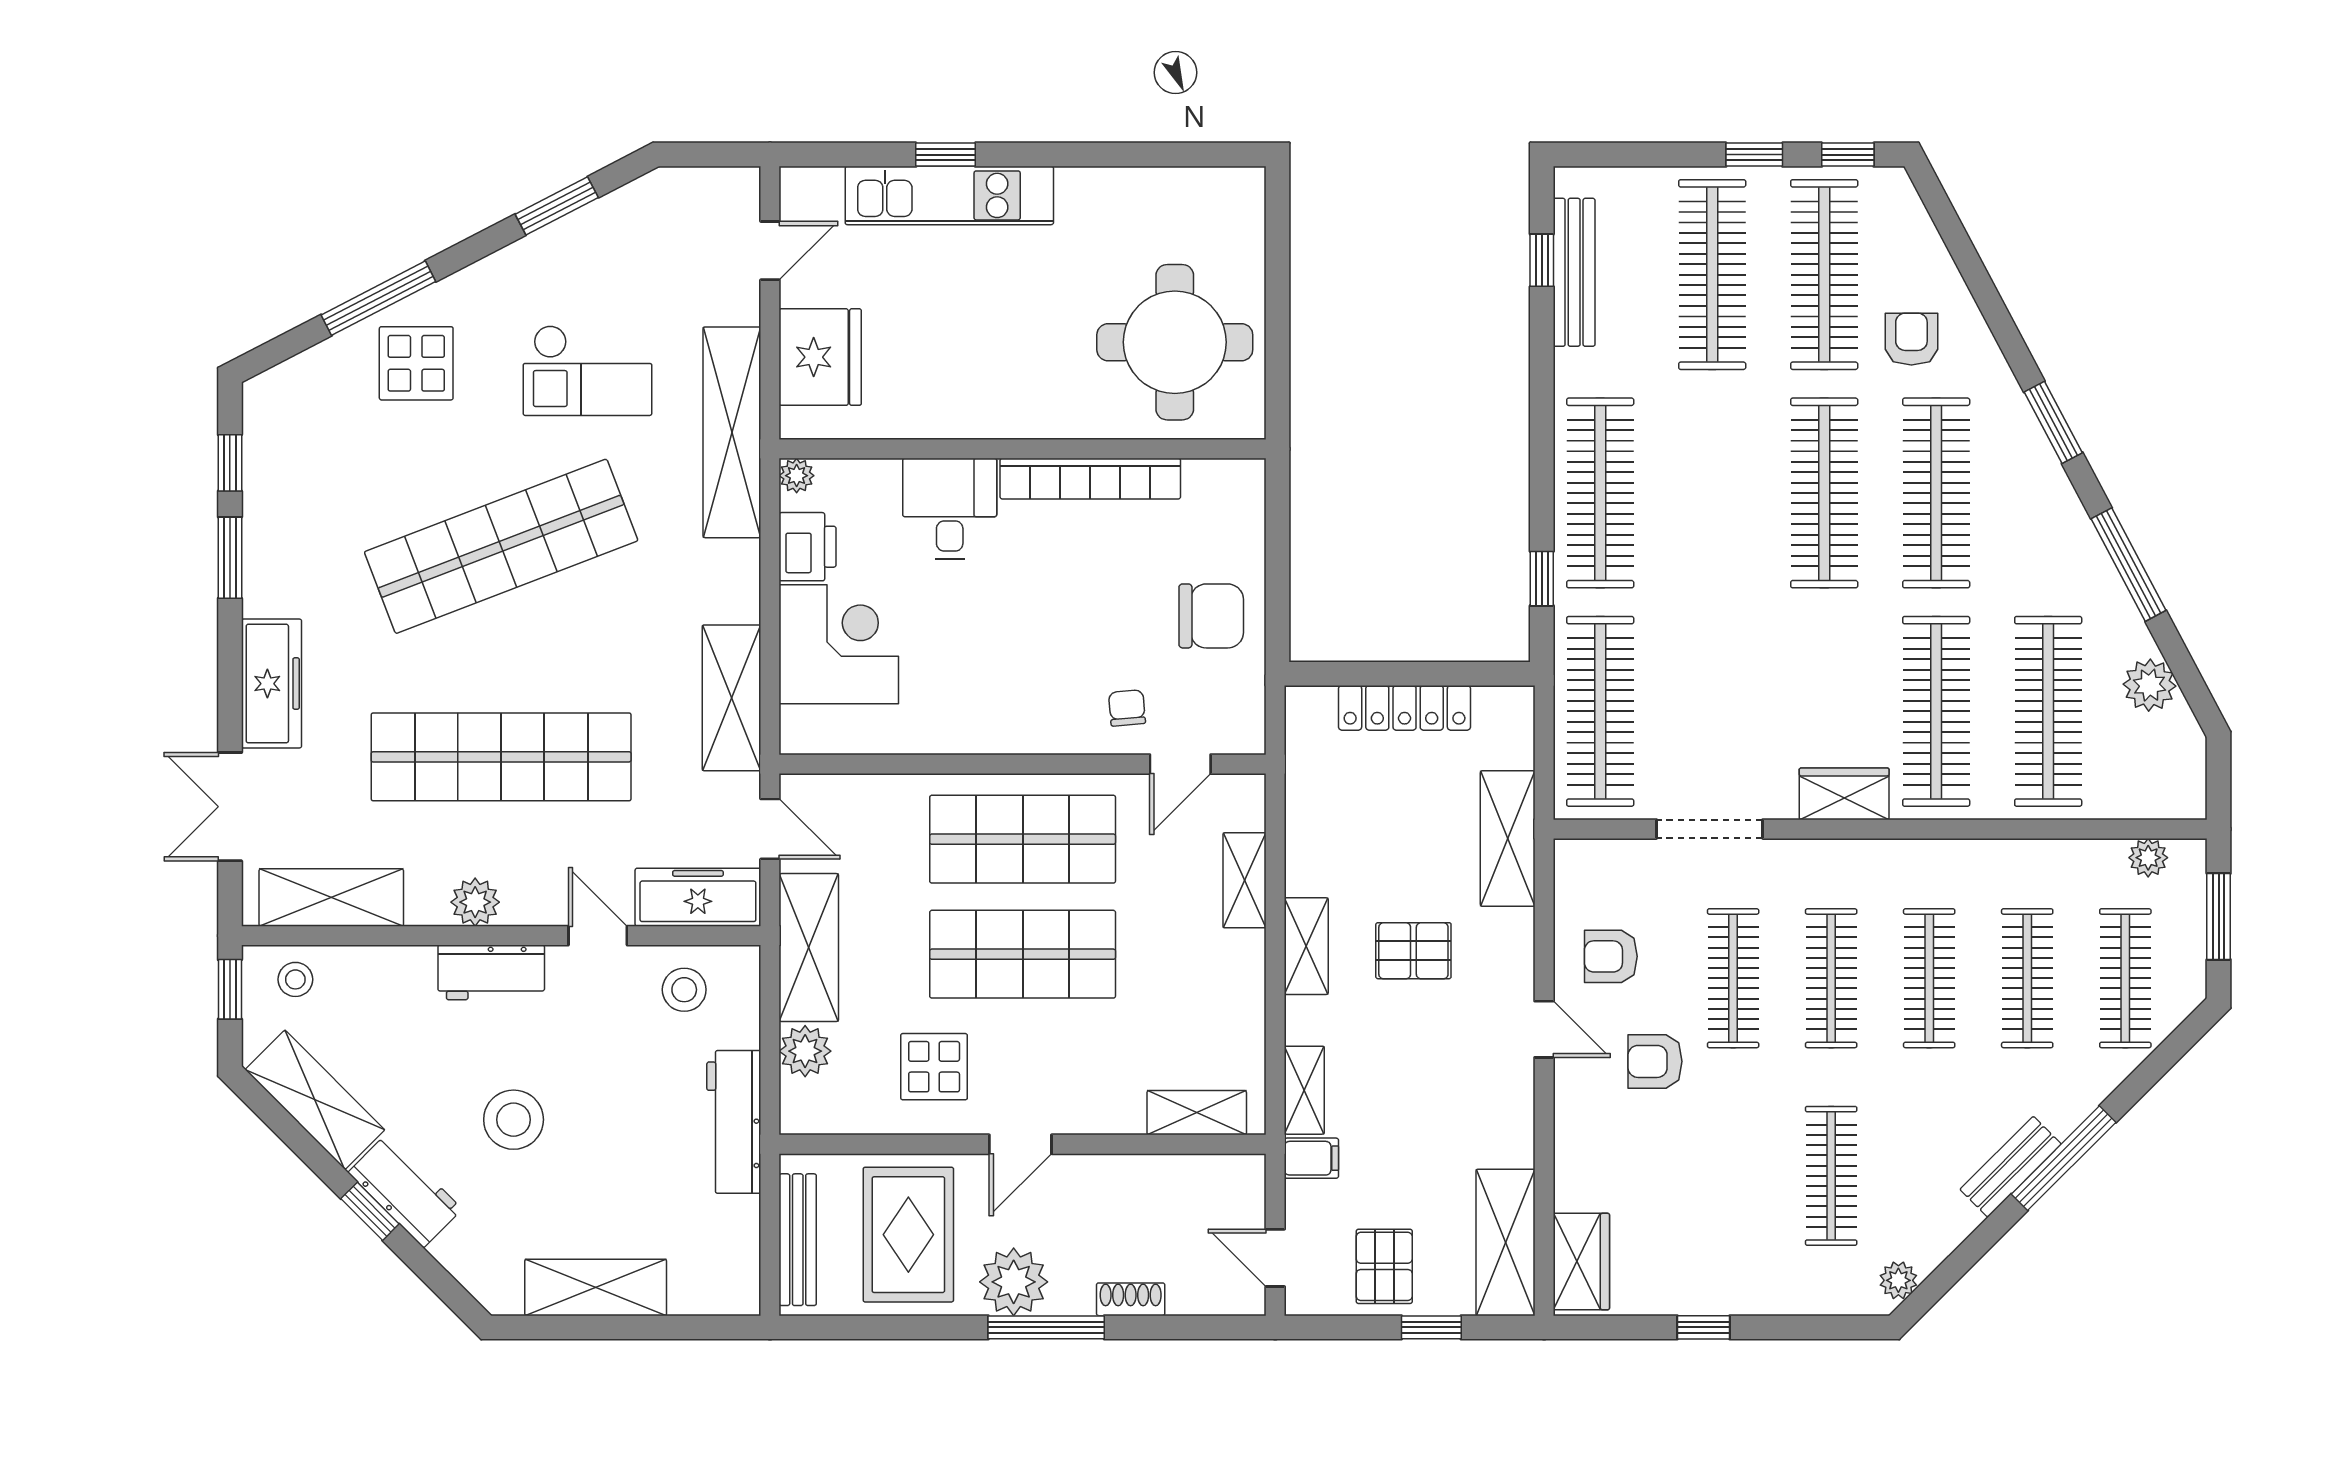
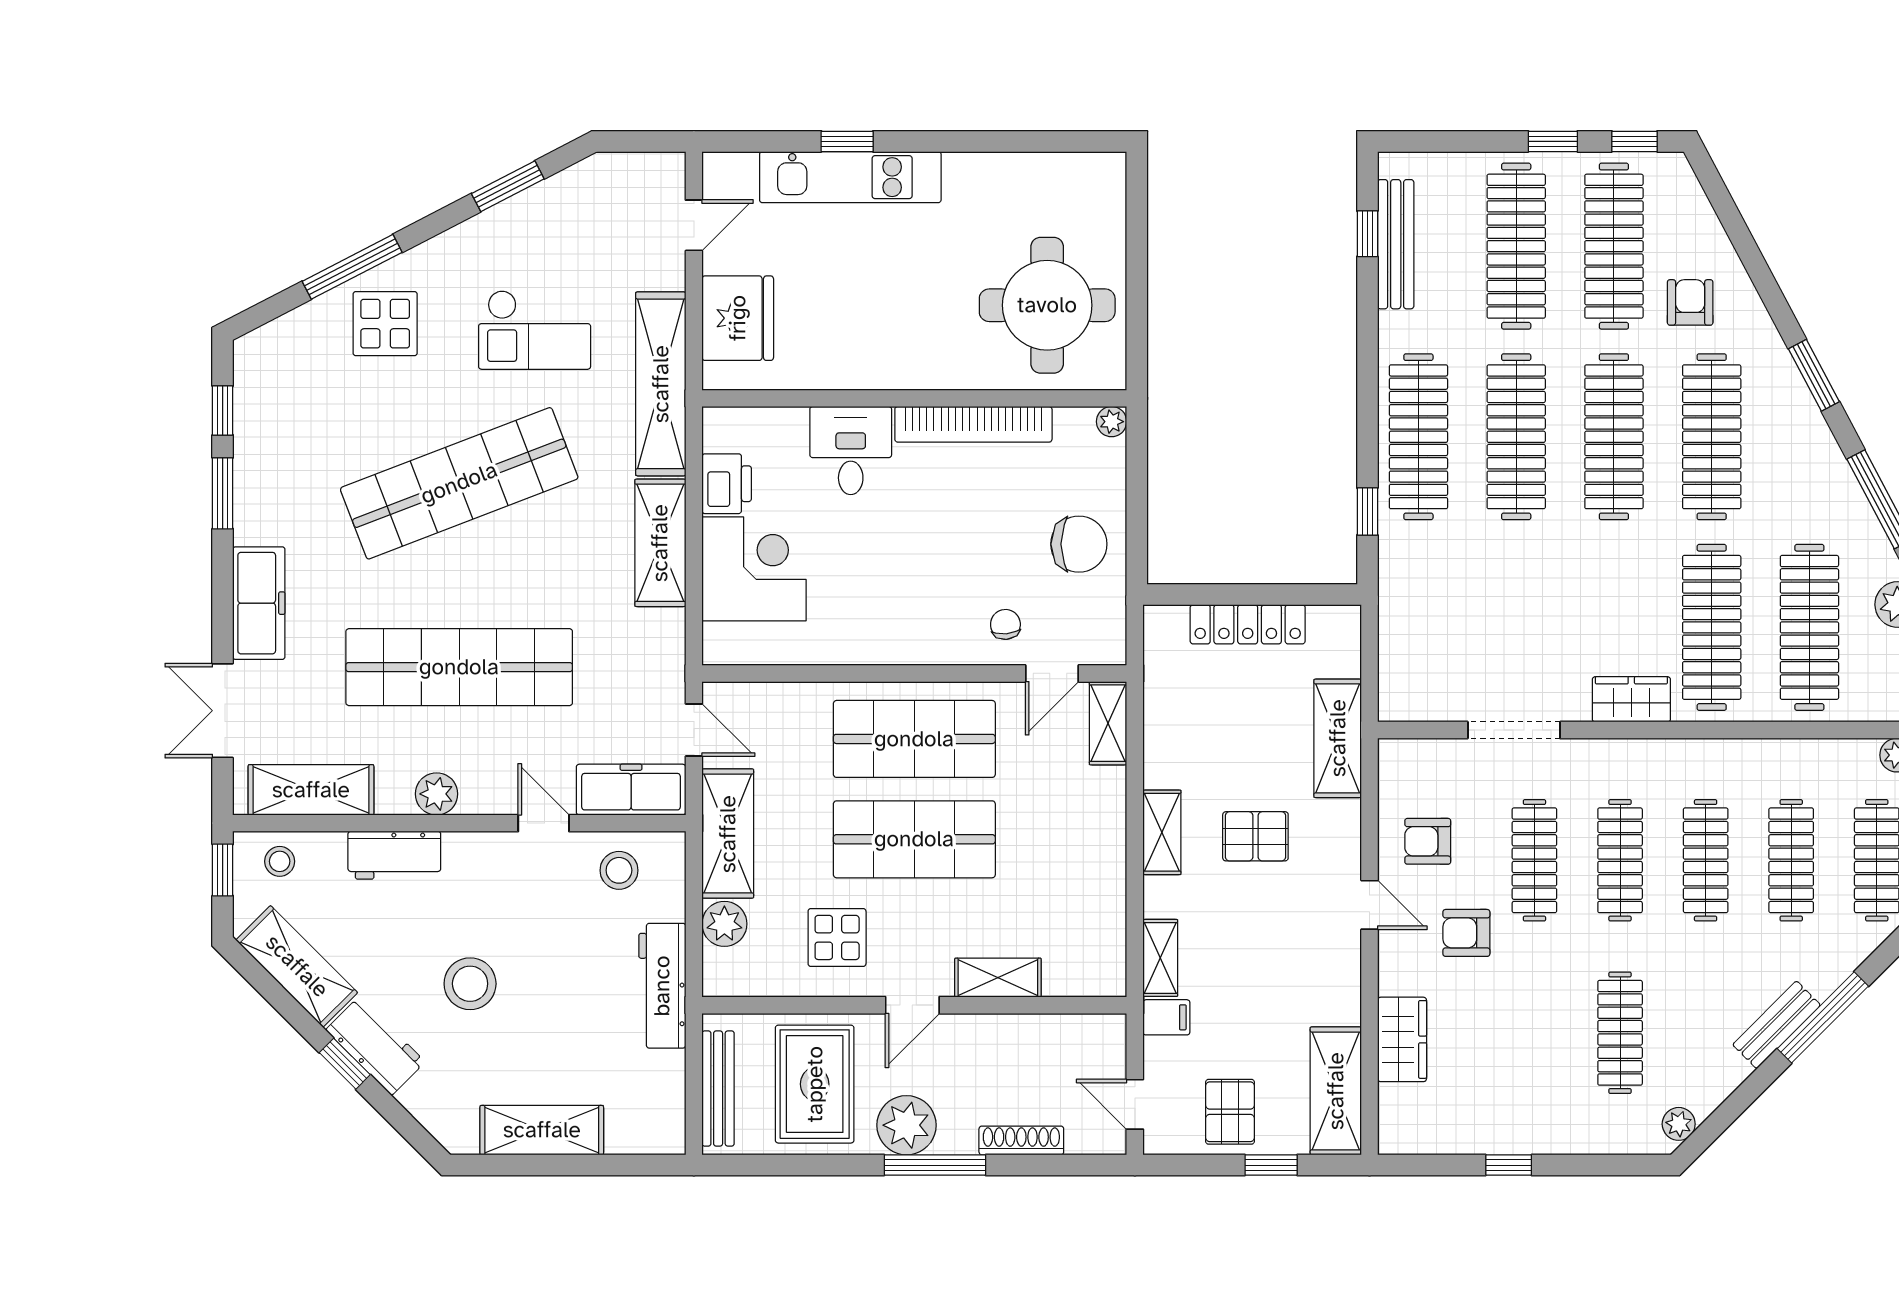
plant: (797, 476) -> (1112, 422), moved
shelving: (731, 698) -> (660, 543), moved
clothes rail: (1600, 711) -> (1516, 437), moved
shelving: (1244, 880) -> (1108, 723), moved
workbench: (491, 972) -> (394, 855), moved
shelving: (1197, 1113) -> (998, 978), moved
wardrobe: (1581, 1262) -> (1402, 1039), moved
shoe rack: (1131, 1299) -> (1021, 1140), width x1.43

